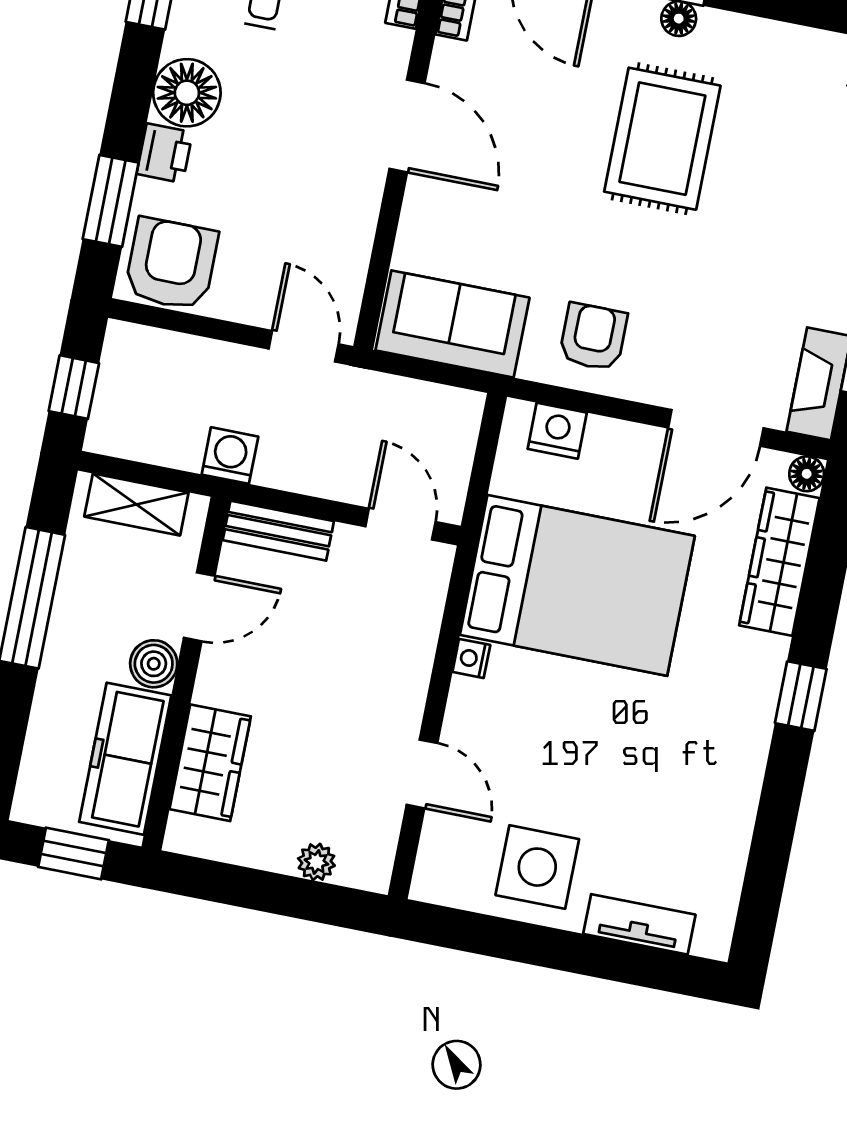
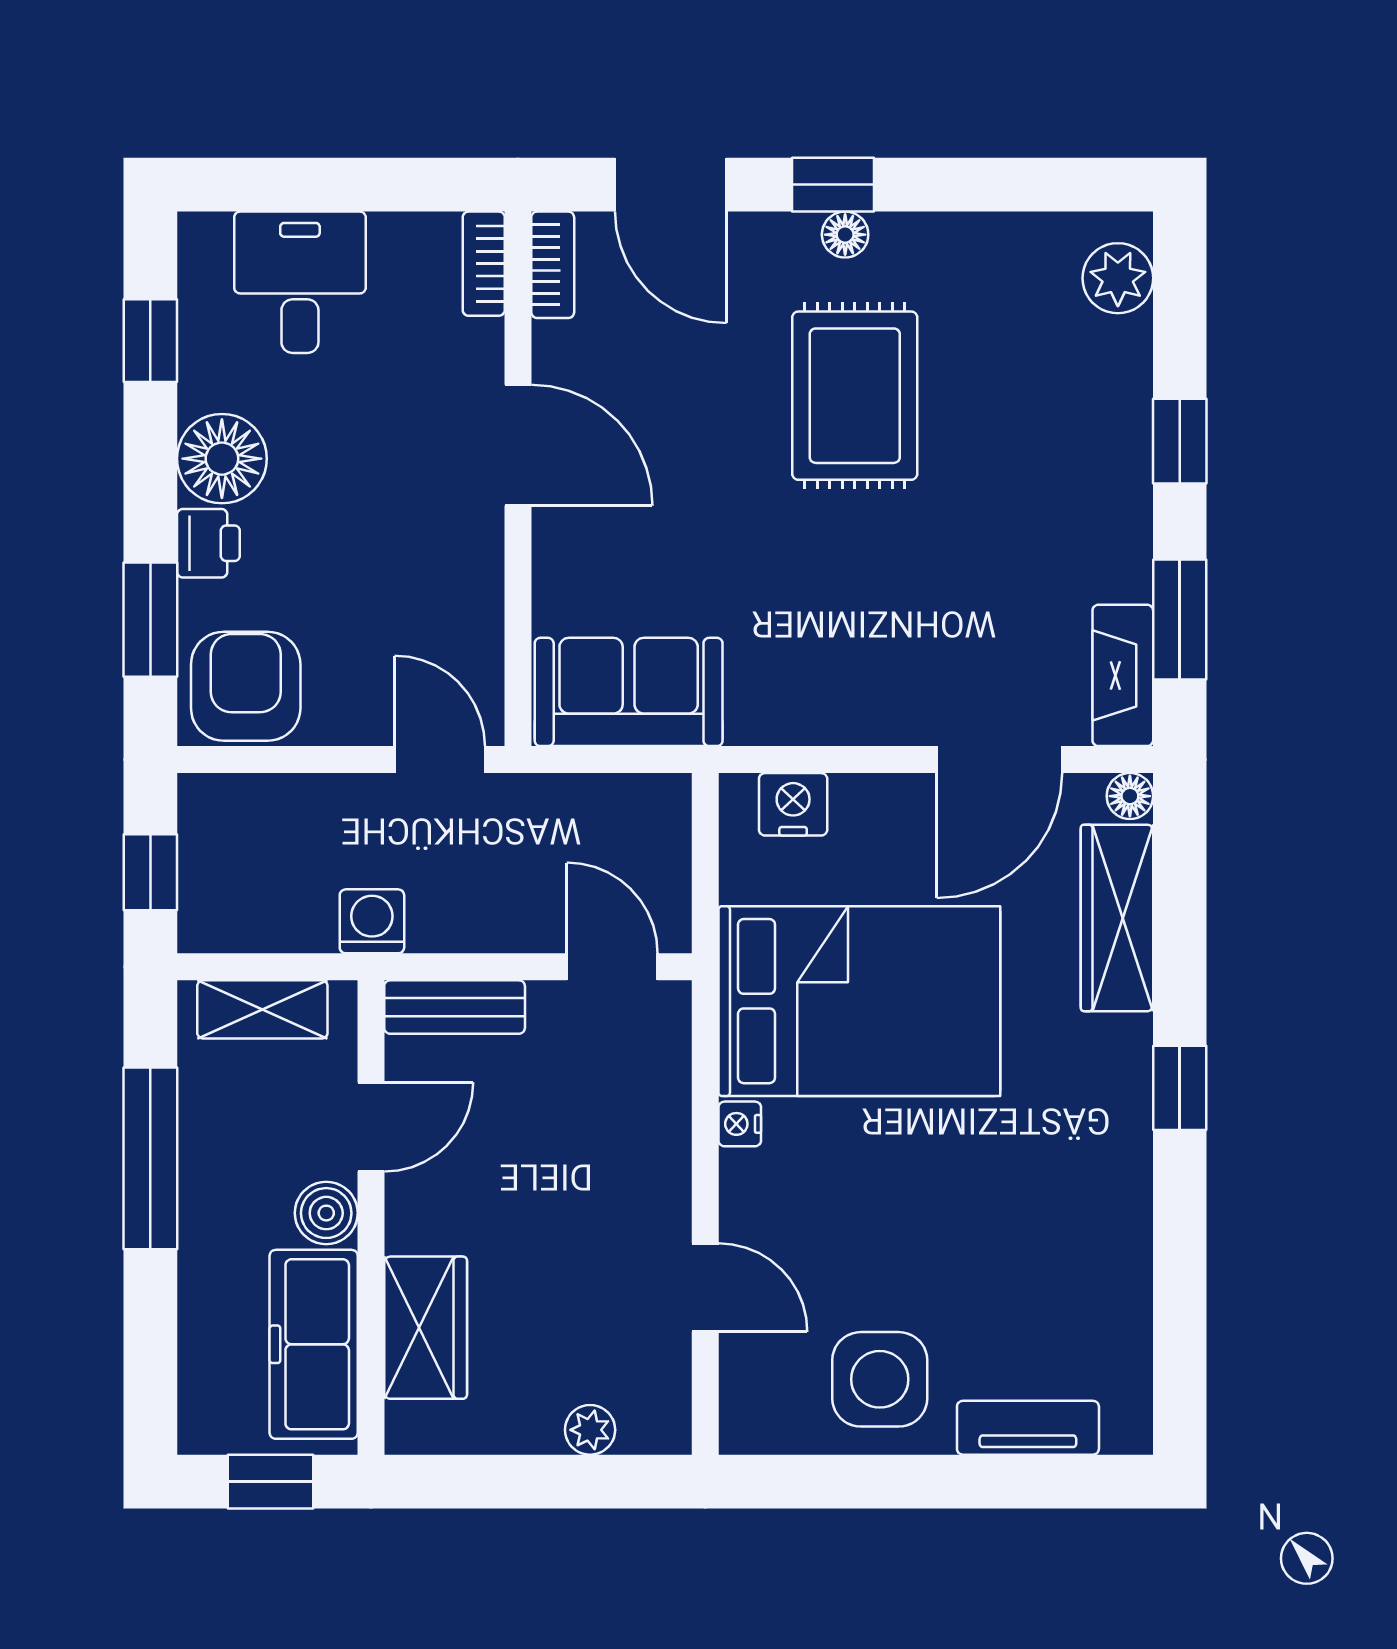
armchair: (593, 337) -> (816, 672), removed

